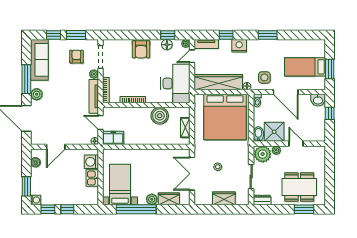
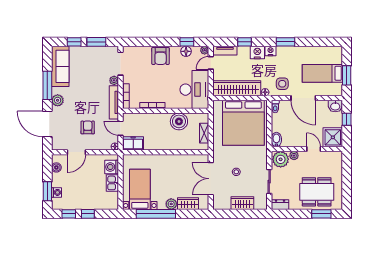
nightstand: (252, 44) -> (271, 51), added
armchair: (76, 57) -> (88, 127), moved
shower: (274, 132) -> (333, 137), moved
washing machine: (36, 200) -> (56, 192), moved

